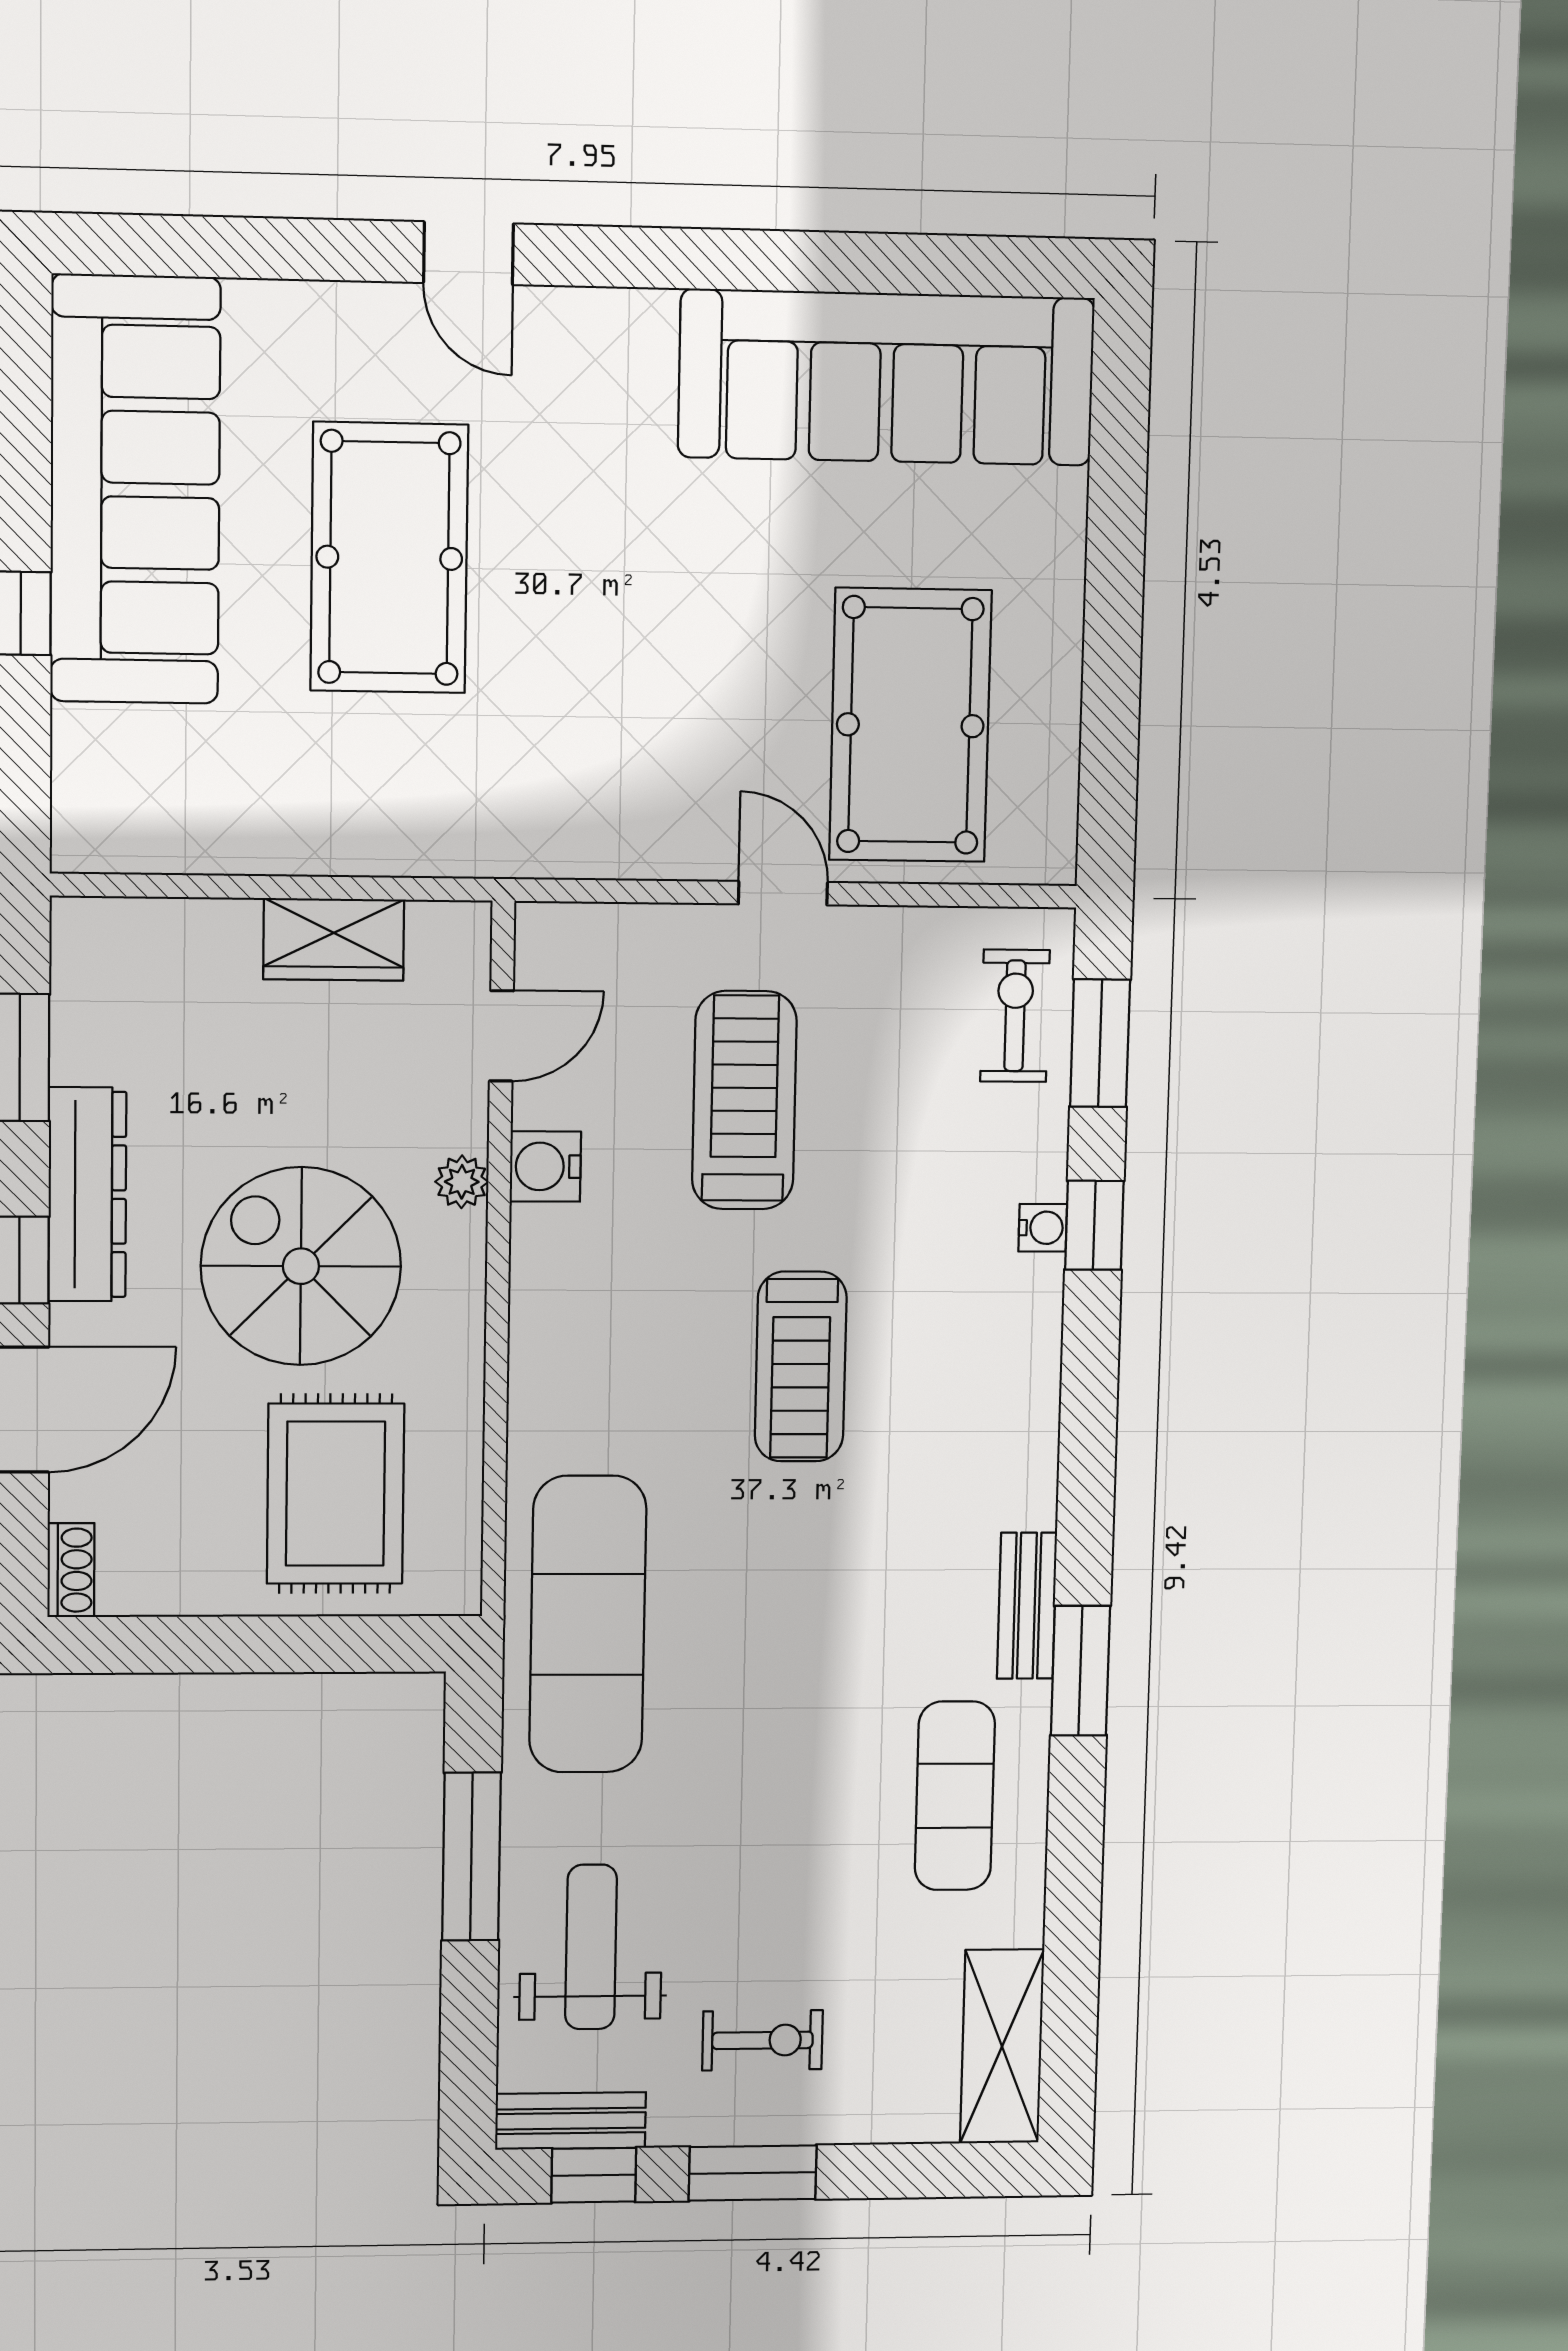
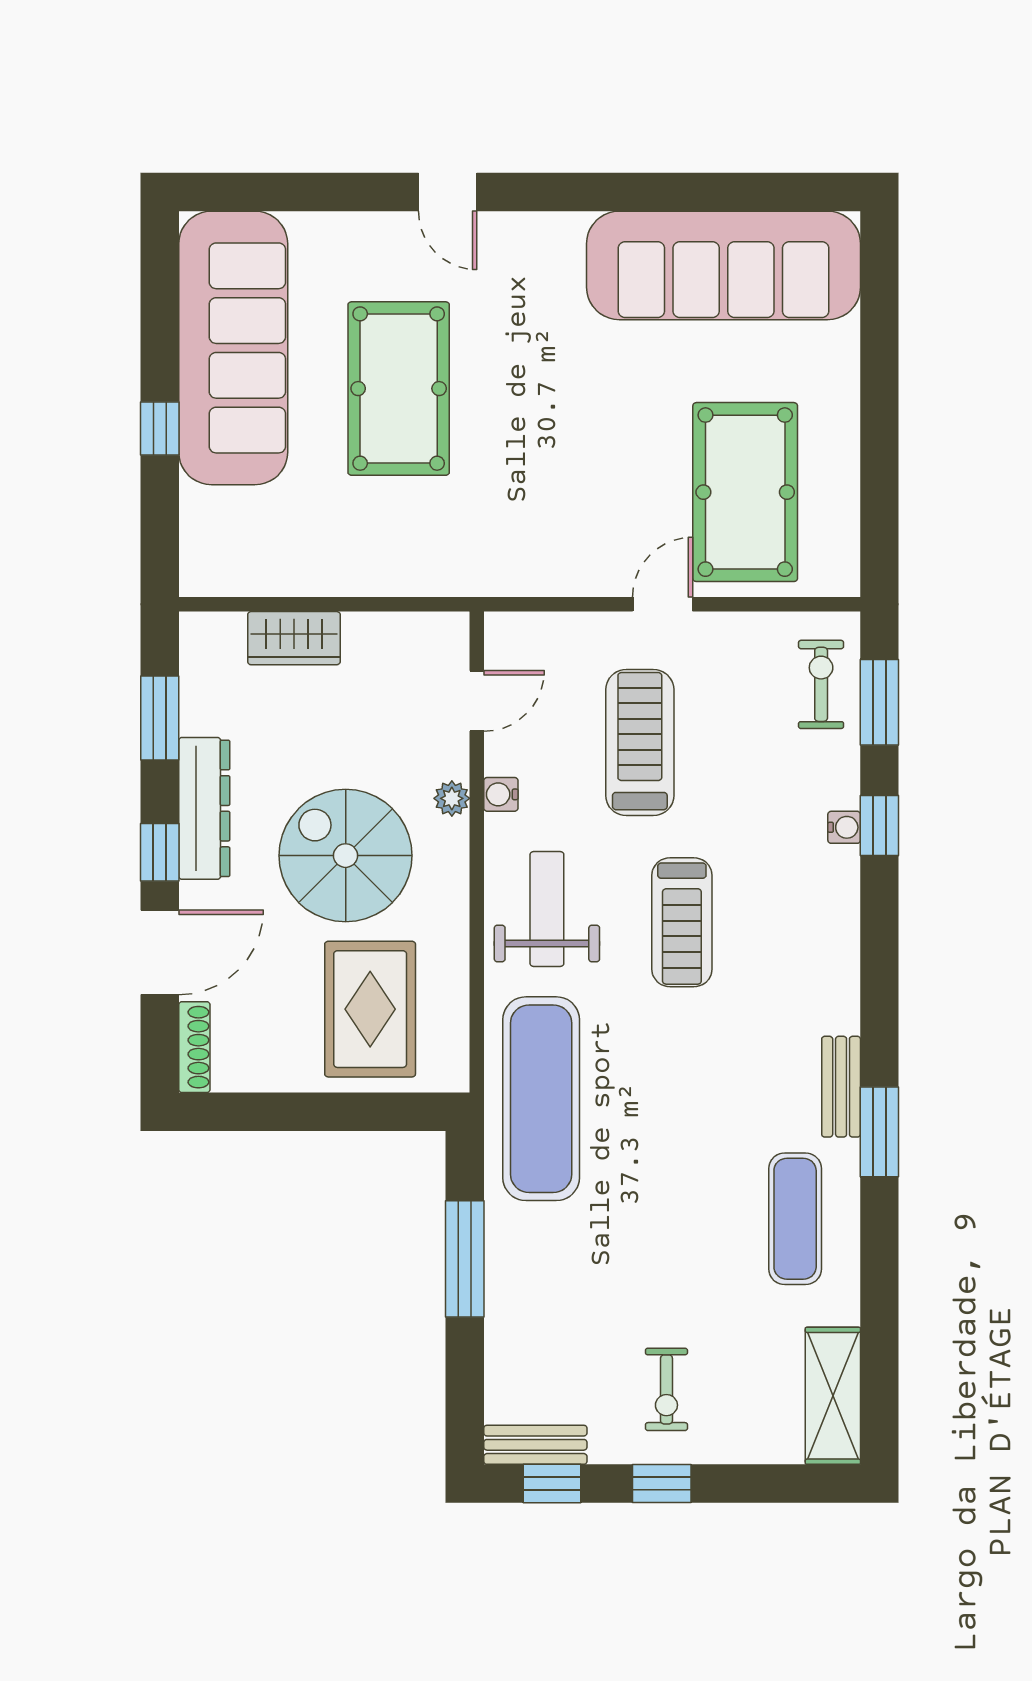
door: (783, 893) -> (663, 604), hinge flipped
wardrobe: (334, 939) -> (294, 638), moved
water cooler: (545, 1166) -> (501, 794), width x0.72, depth x0.72
shoe rack: (71, 1570) -> (194, 1047), width x1.43
weight bench: (591, 1947) -> (547, 909), moved
exercise bike: (762, 2040) -> (666, 1389), turned 90
window: (753, 2173) -> (662, 1483), width x0.67

